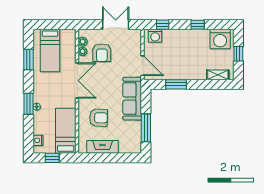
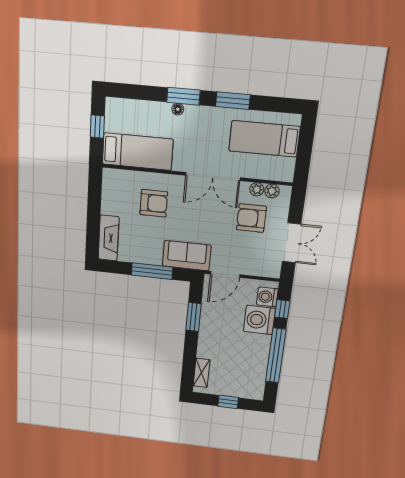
window: (198, 25) -> (276, 355), width x3.17
washing machine: (220, 39) -> (259, 320), moved
window: (28, 59) -> (233, 101), moved
sofa: (132, 99) -> (187, 256), width x0.73
armchair: (99, 118) -> (154, 203), turned -92
window: (146, 128) -> (152, 271), moved
nightstand: (38, 140) -> (125, 106), removed
fireplace: (103, 147) -> (109, 238), moved

